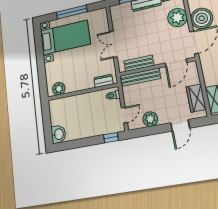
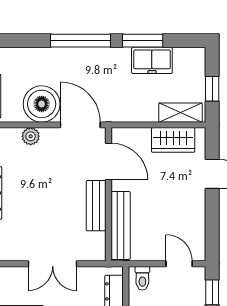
plant: (177, 18) -> (31, 136), width x0.53, depth x0.53
bench: (139, 63) -> (96, 206), moved
plant: (150, 119) -> (193, 221), removed

